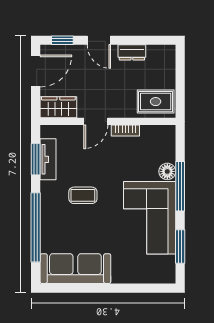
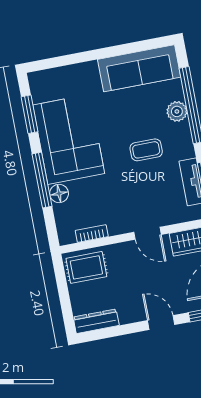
dresser: (132, 52) -> (96, 321), moved, width x1.44
door: (96, 121) -> (147, 233), swing flipped
bookcase: (125, 131) -> (92, 234), moved
plant: (49, 224) -> (177, 111), added

